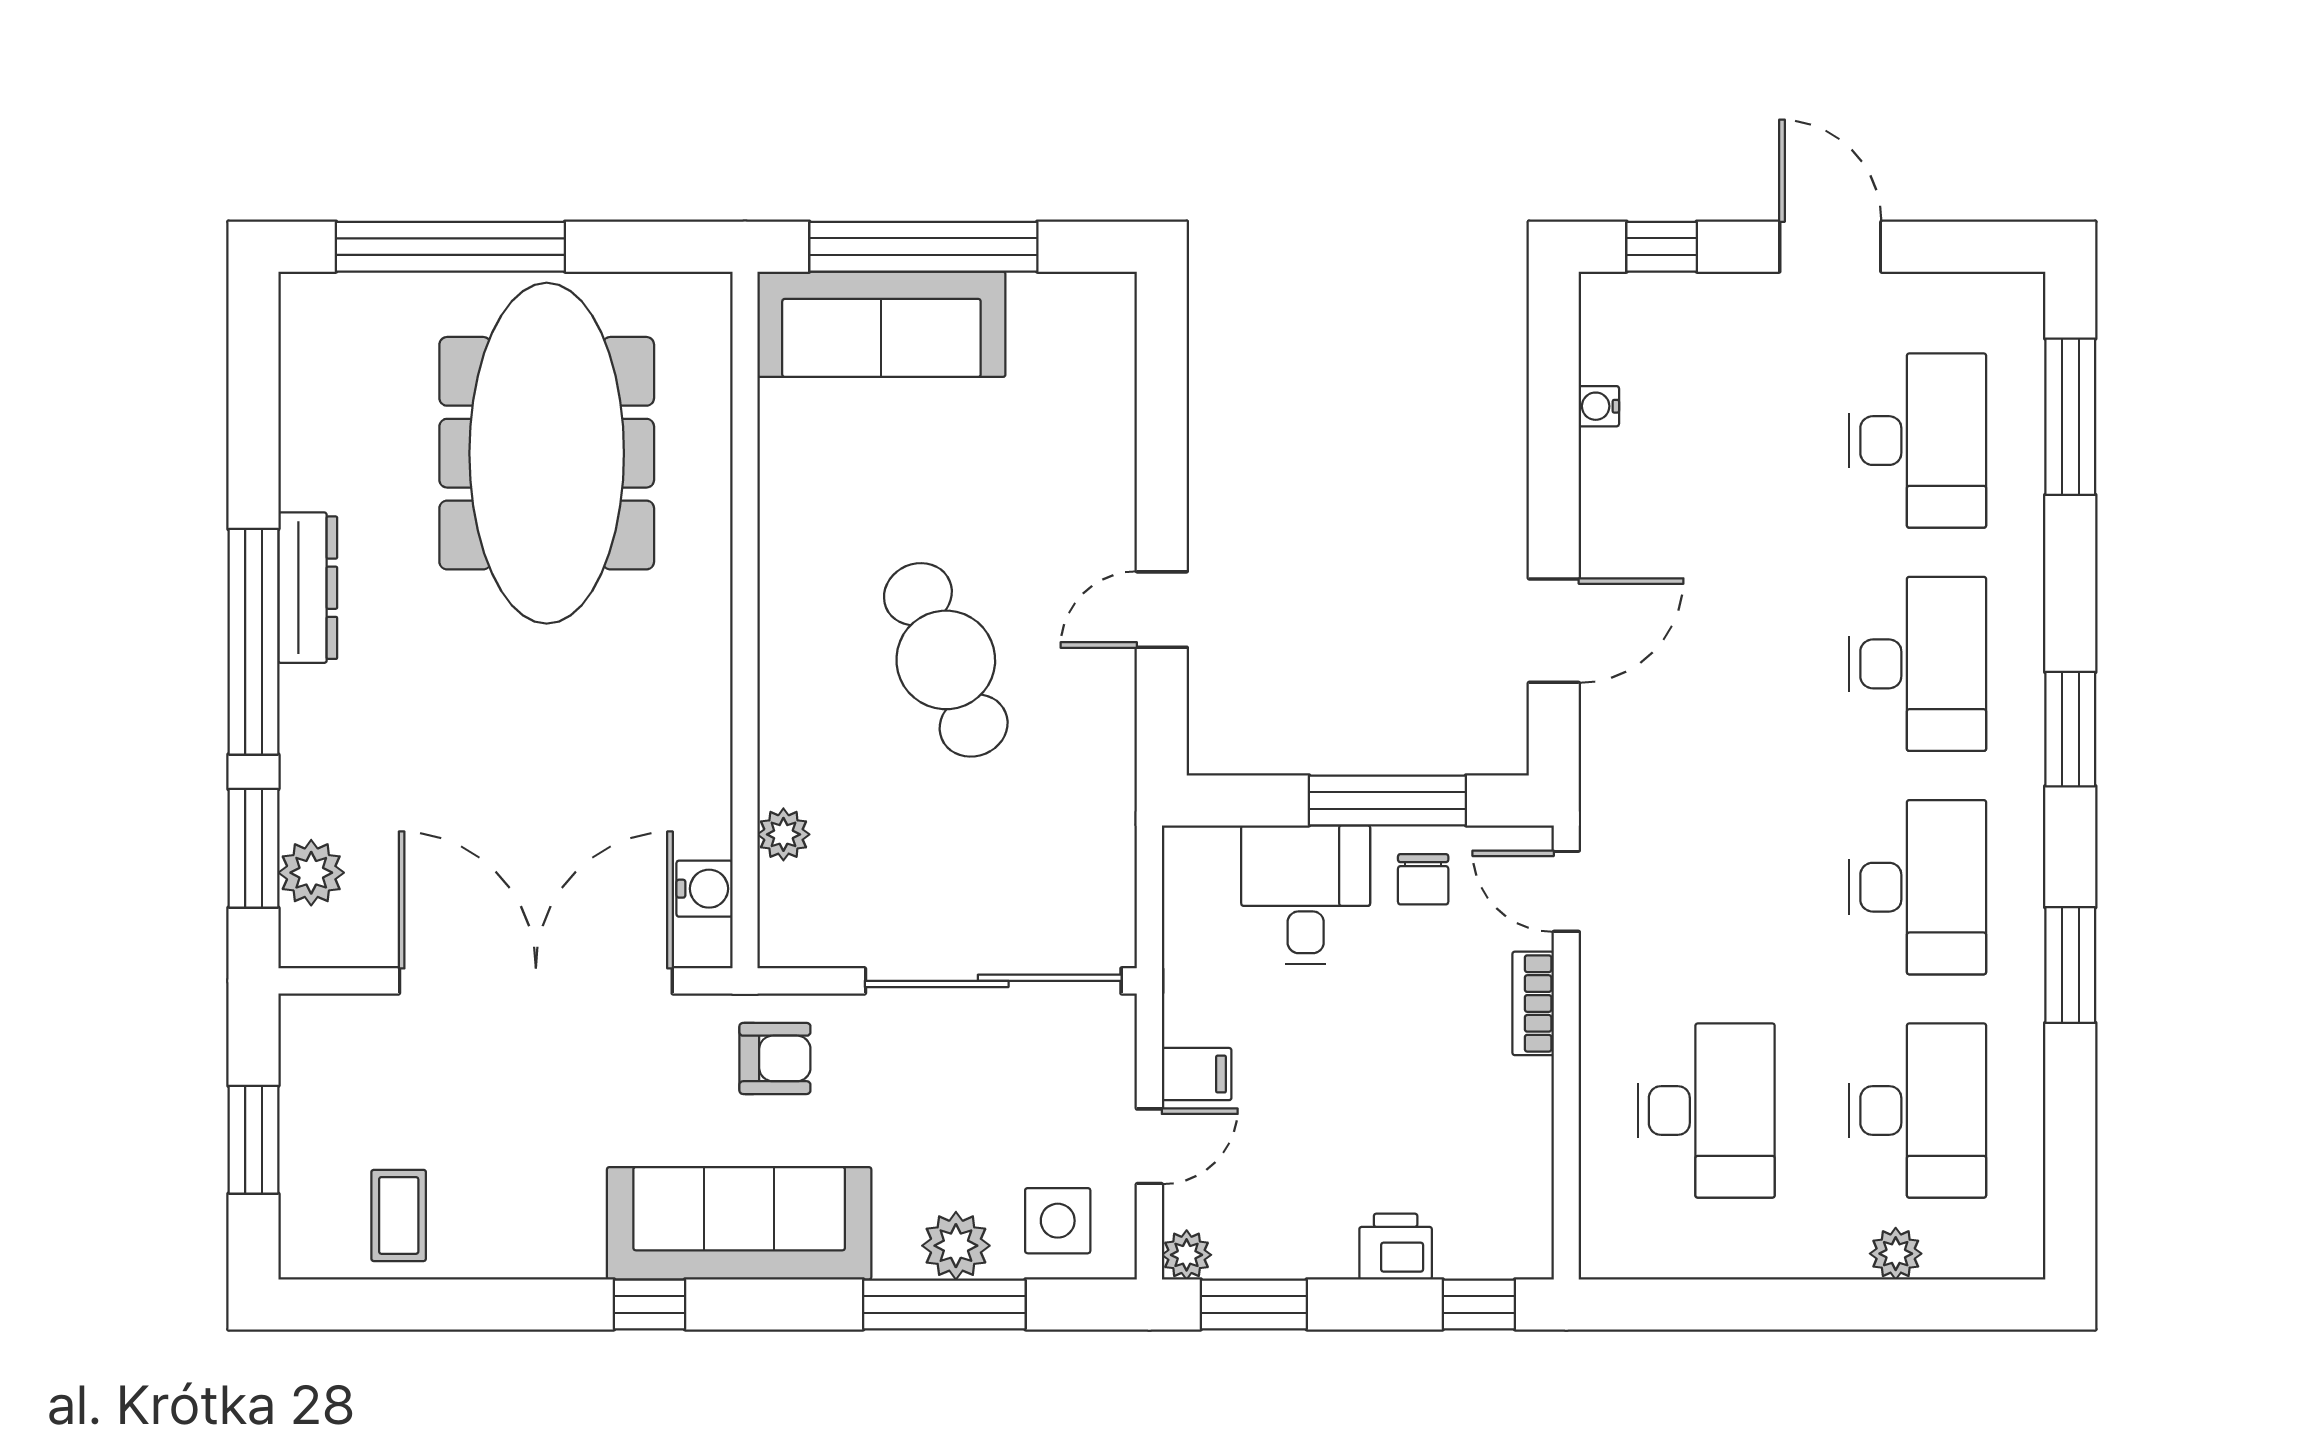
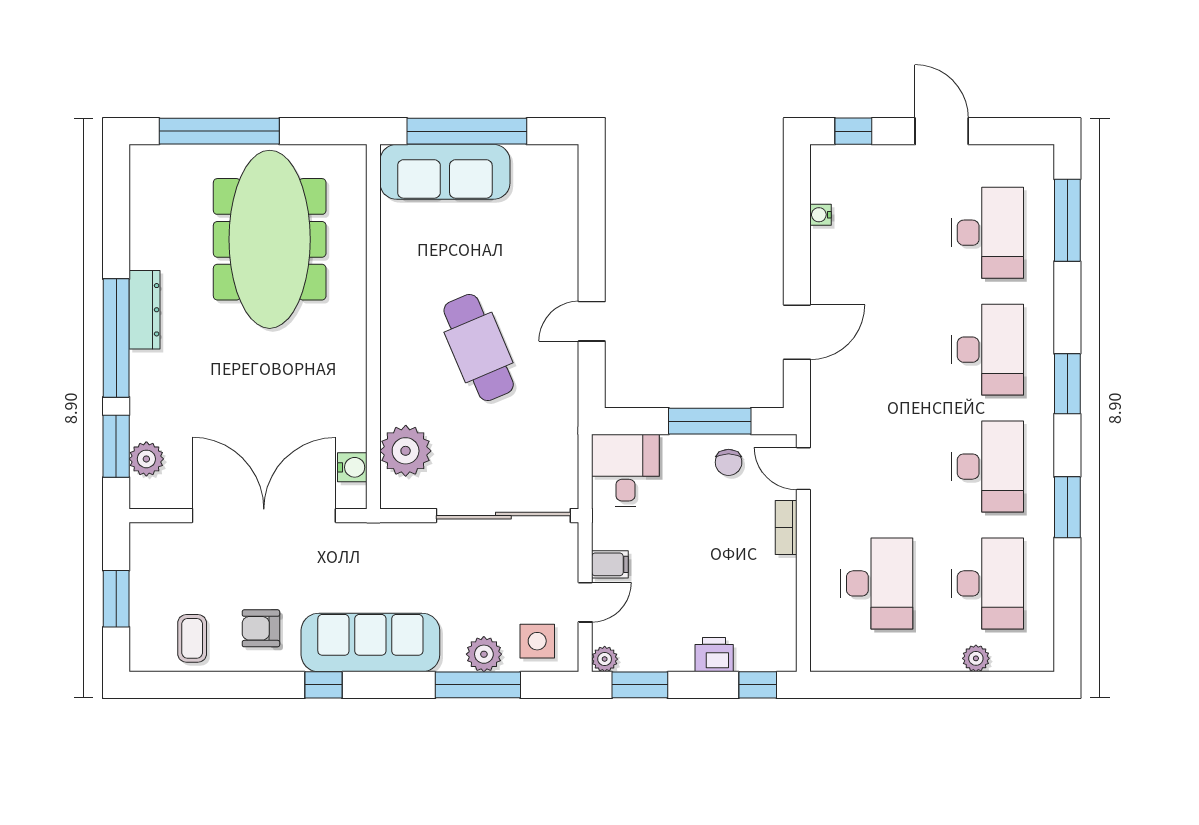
plant: (783, 834) -> (406, 451), width x1.88, depth x1.88
desk: (1306, 895) -> (625, 471), moved
armchair: (775, 1058) -> (261, 628), moved, turned 180

